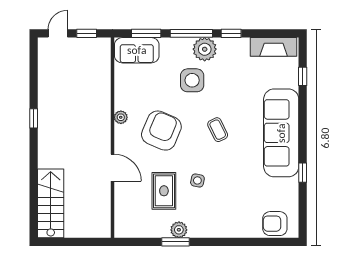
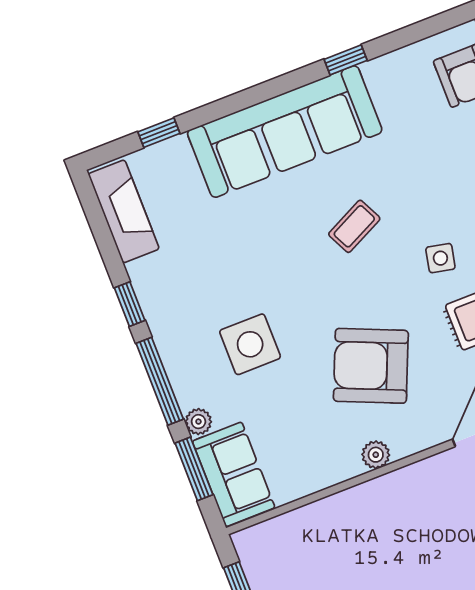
plant: (205, 49) -> (198, 422), moved, width x0.53, depth x0.53
coffee table: (218, 130) -> (354, 226), moved

